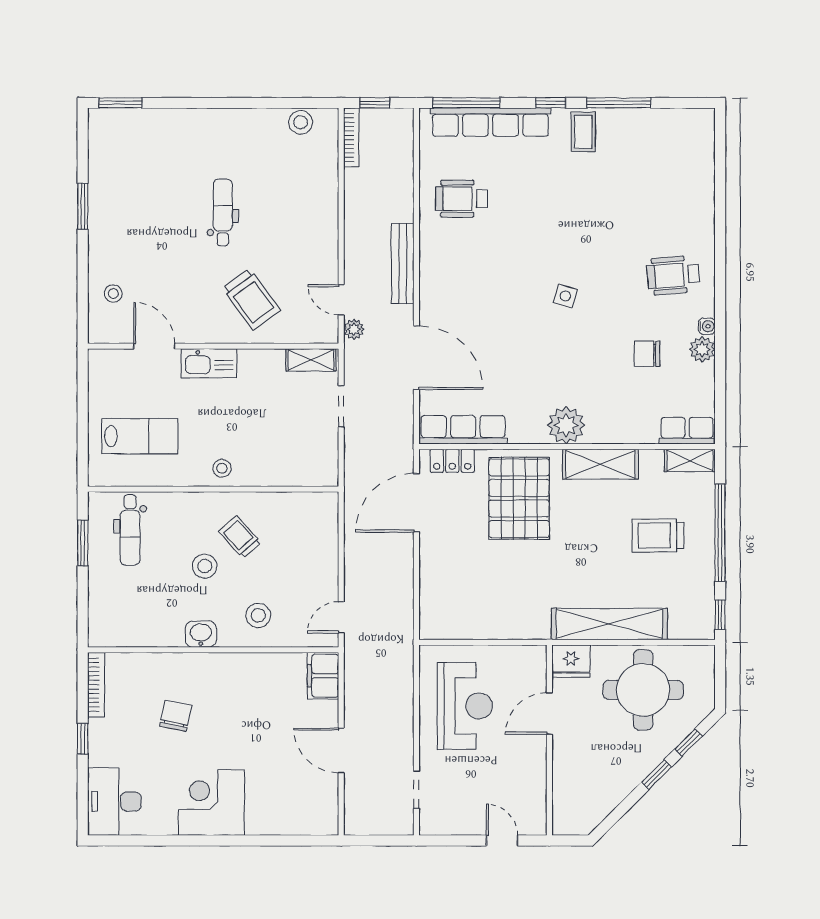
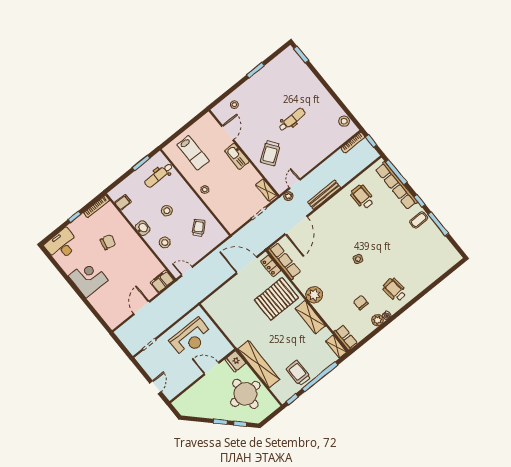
trolley: (658, 536) -> (298, 373), moved
trolley: (240, 537) -> (199, 228), moved
filing cabinet: (127, 631) -> (123, 202), added

